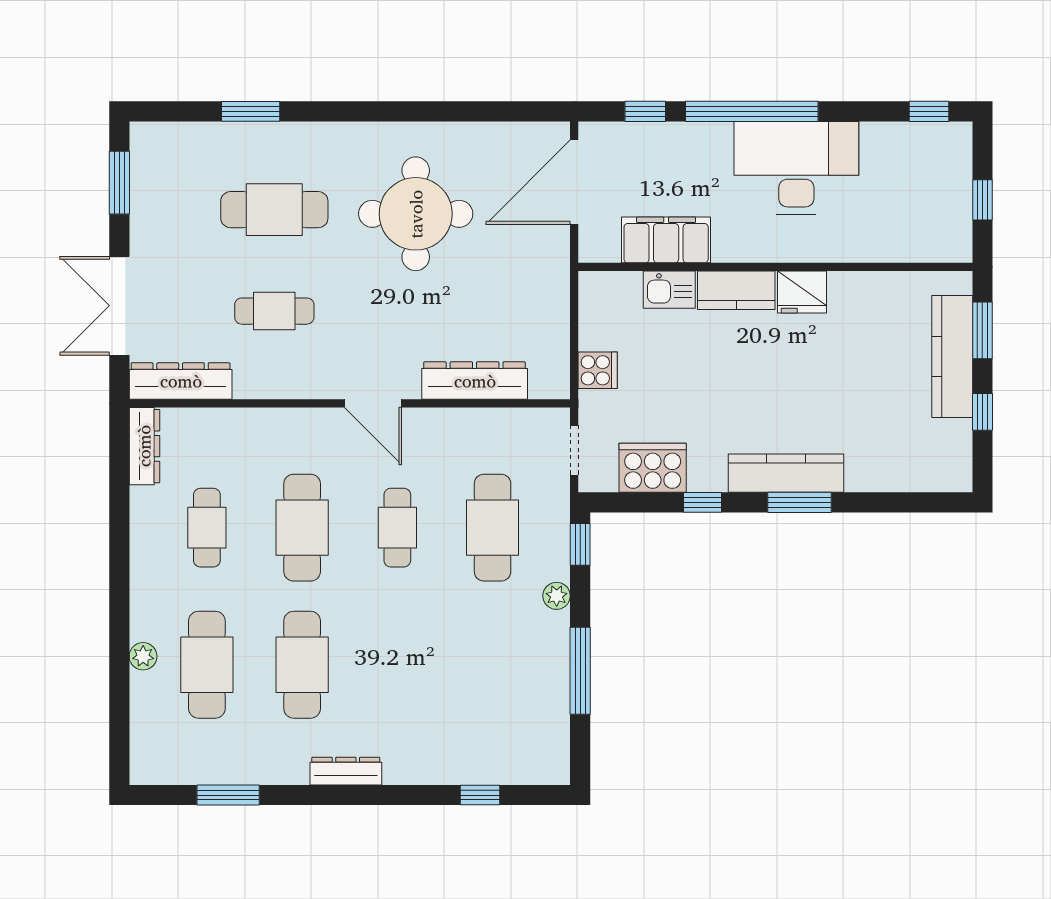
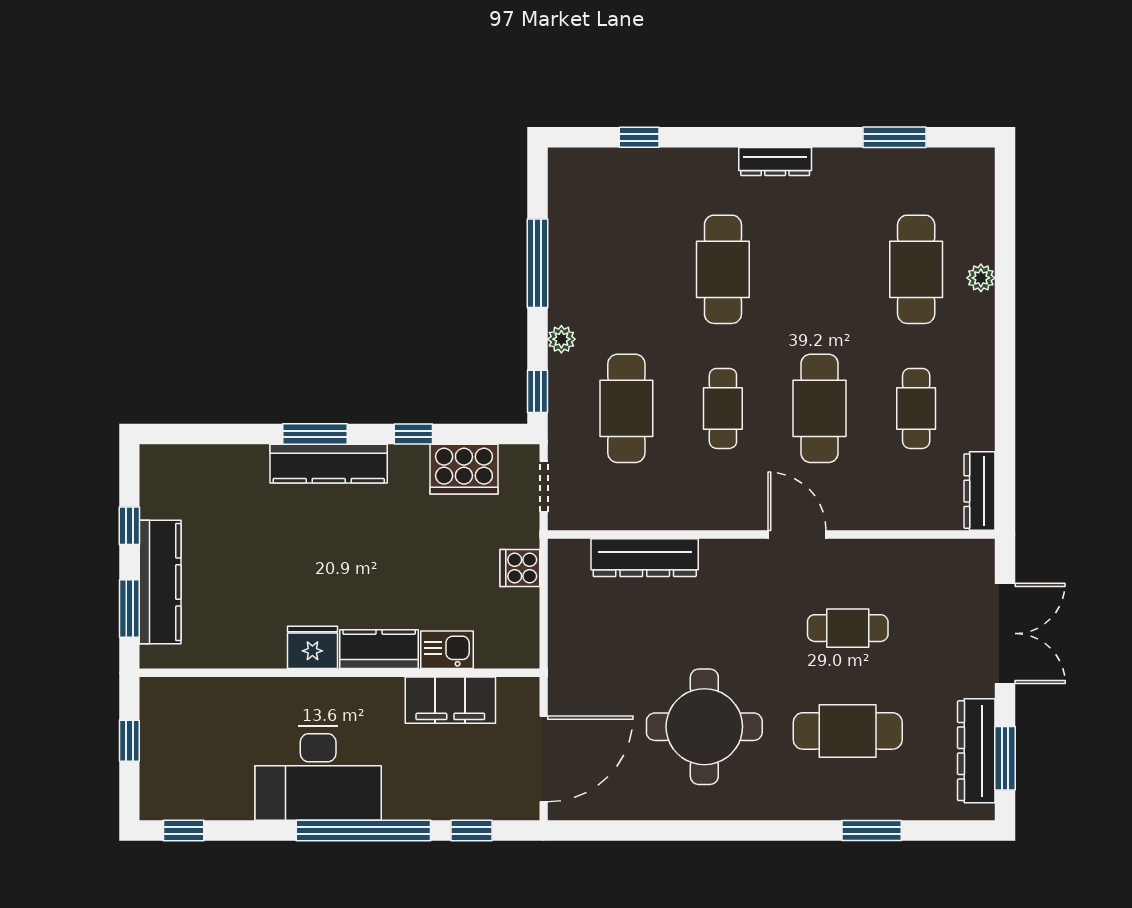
dresser: (181, 381) -> (976, 751), moved, turned 90
door: (373, 403) -> (797, 534), moved
cafe table: (302, 665) -> (723, 269), moved

